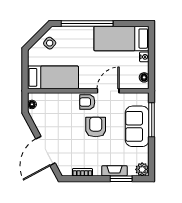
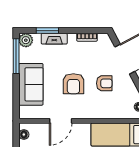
armchair: (87, 102) -> (104, 83), moved
window: (152, 120) -> (16, 56), moved

